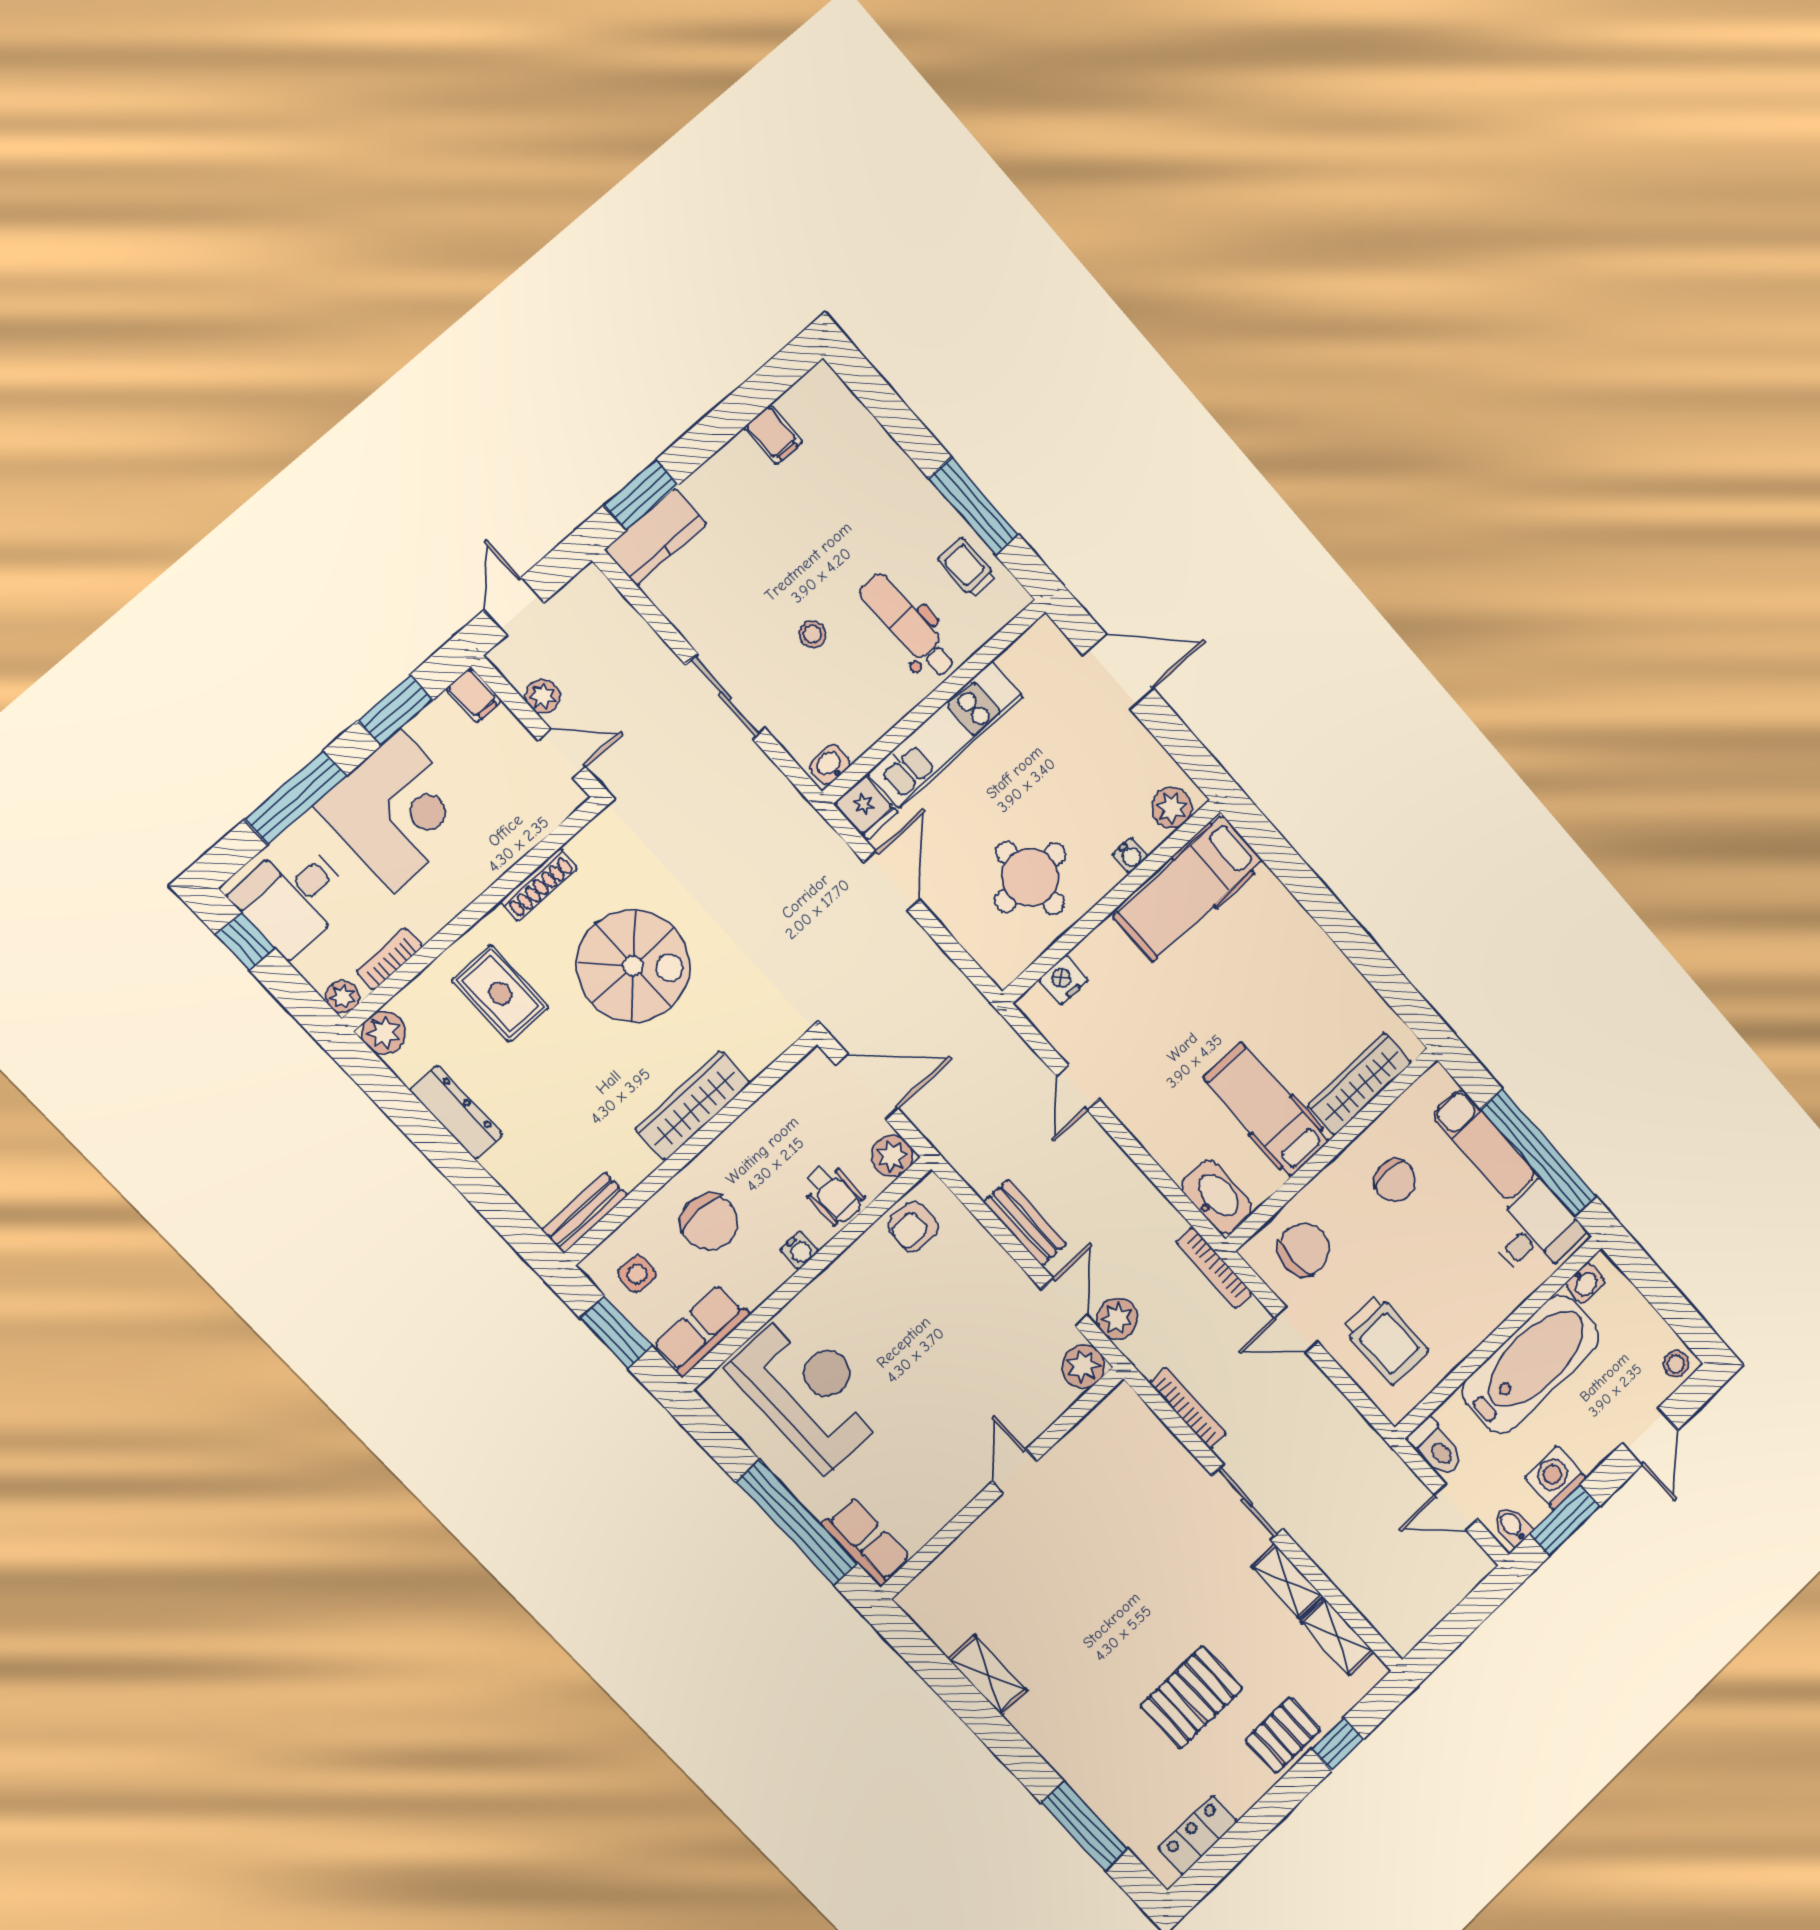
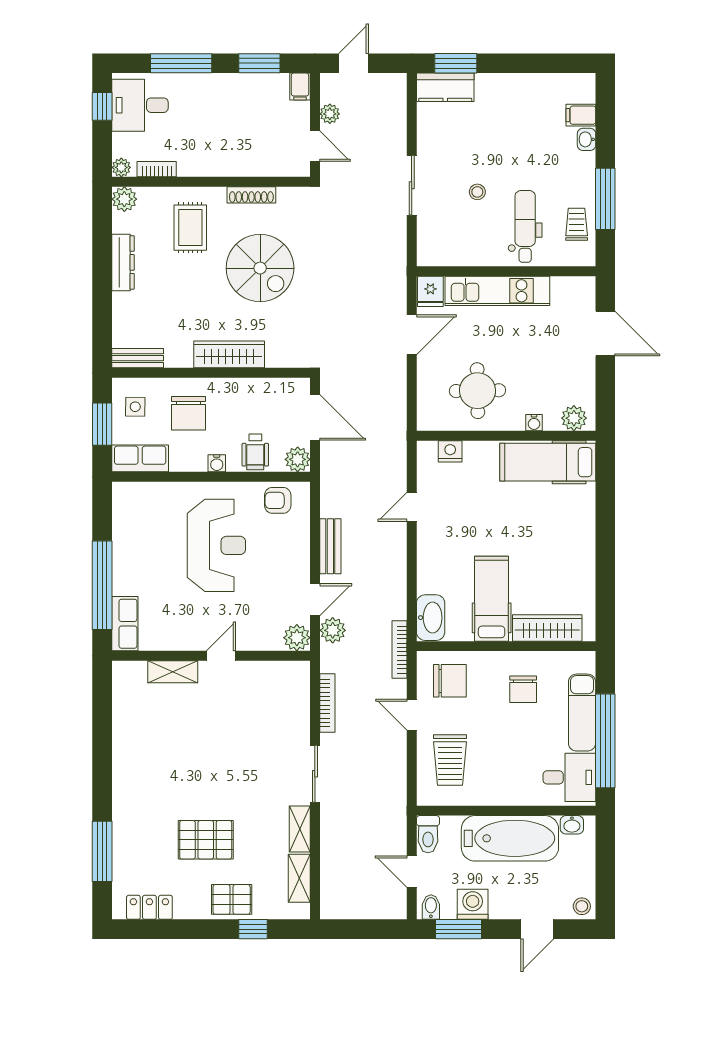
filing cabinet: (773, 435) -> (581, 115), moved, turned 90
washbasin: (830, 765) -> (587, 139), moved, turned -90
corner desk: (397, 810) -> (220, 107), removed
reception desk: (809, 1390) -> (216, 545), moved
shelving: (988, 1675) -> (173, 672), moved, turned 90

